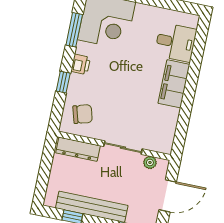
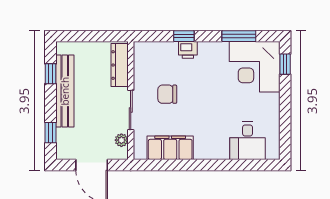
printer: (81, 64) -> (188, 50), moved
filing cabinet: (174, 84) -> (170, 148), moved
chair: (83, 114) -> (167, 94), moved, turned 106

